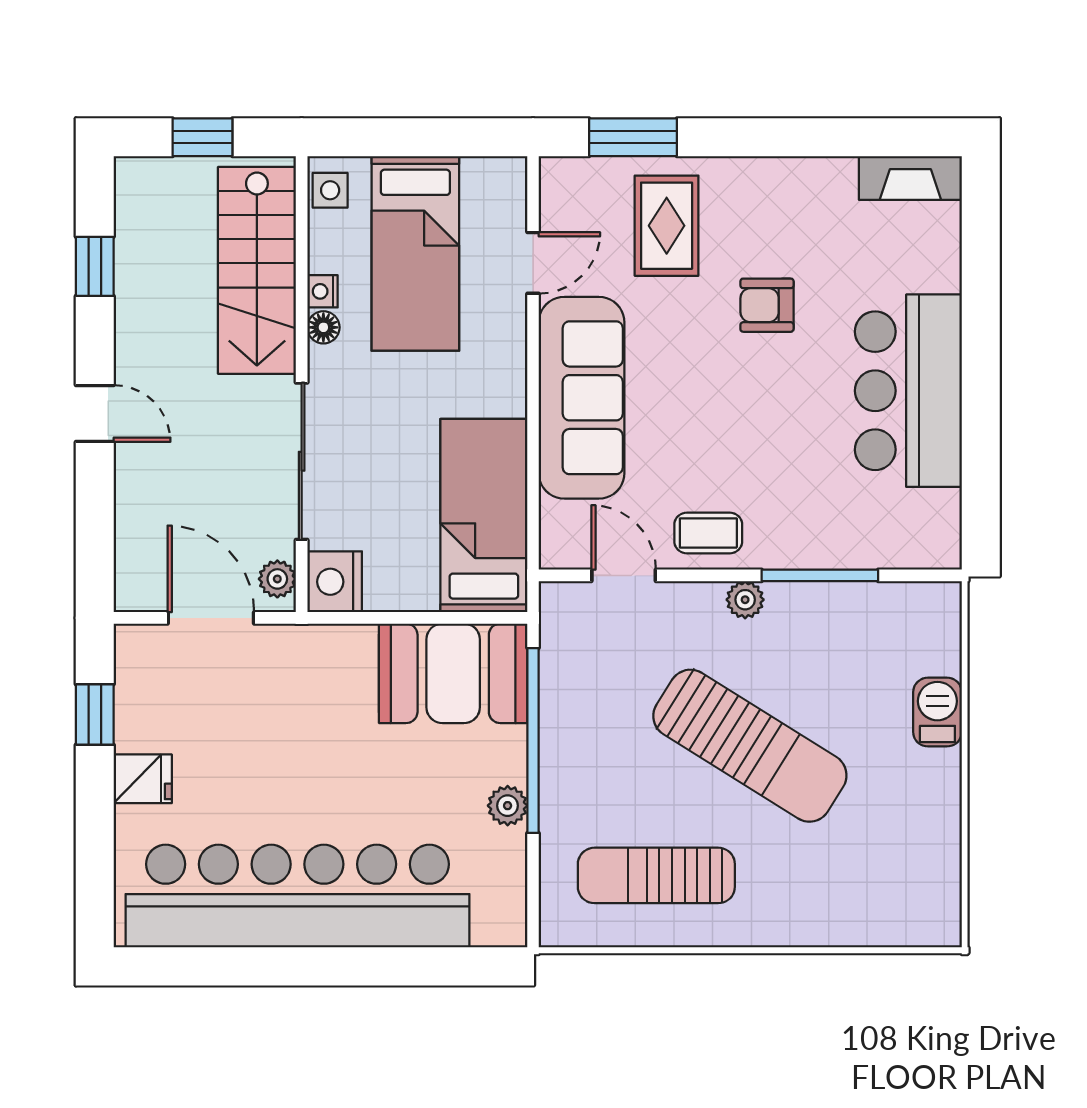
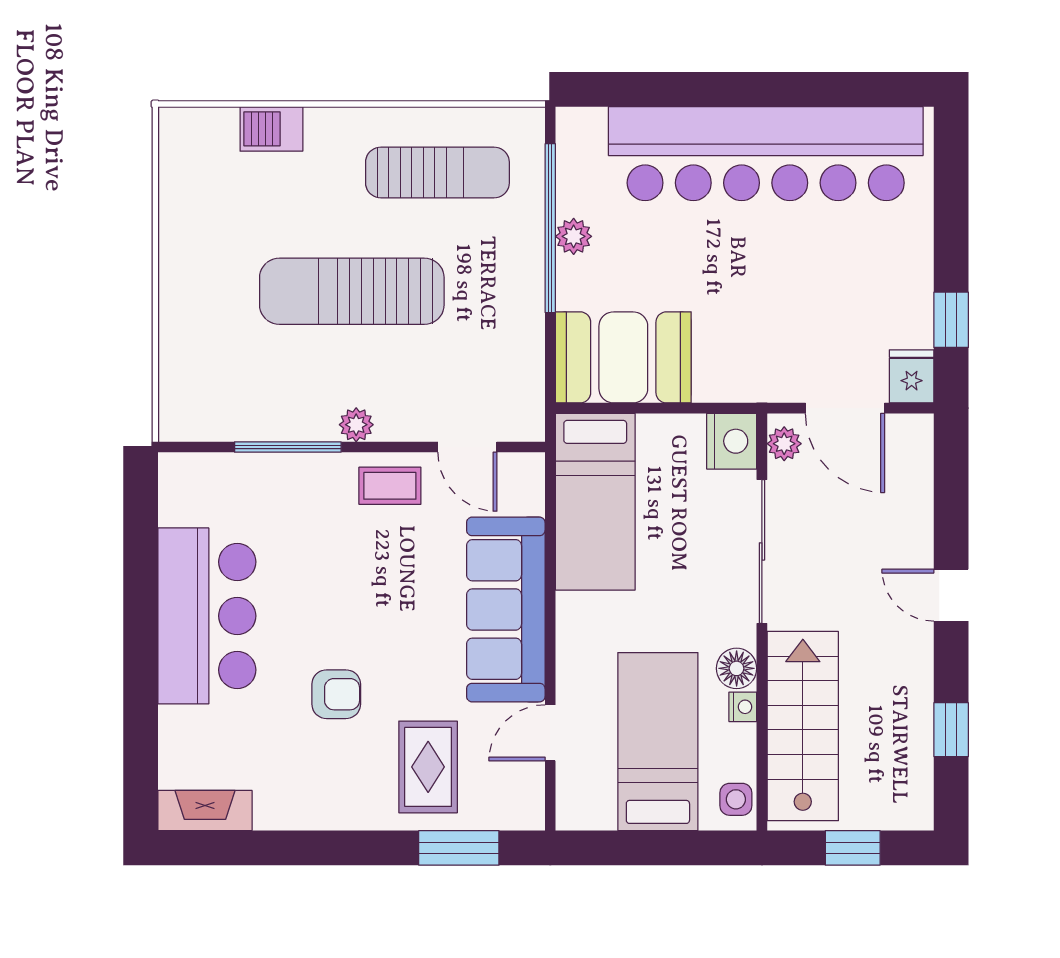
floor lamp: (323, 327) -> (737, 668), width x1.37, depth x1.37
barbecue: (937, 712) -> (271, 129), moved, turned 90
window: (533, 740) -> (550, 228), moved
sun lounger: (750, 746) -> (352, 291), turned -32
fridge: (143, 779) -> (912, 376), moved, turned 90

